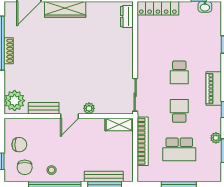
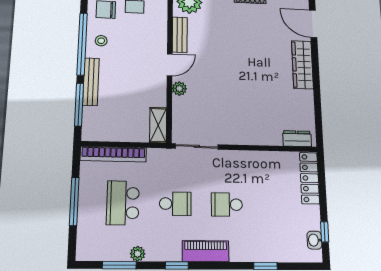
door: (70, 116) -> (170, 65), swing flipped
bookcase: (143, 141) -> (113, 154), moved
bench: (104, 177) -> (91, 82), moved

